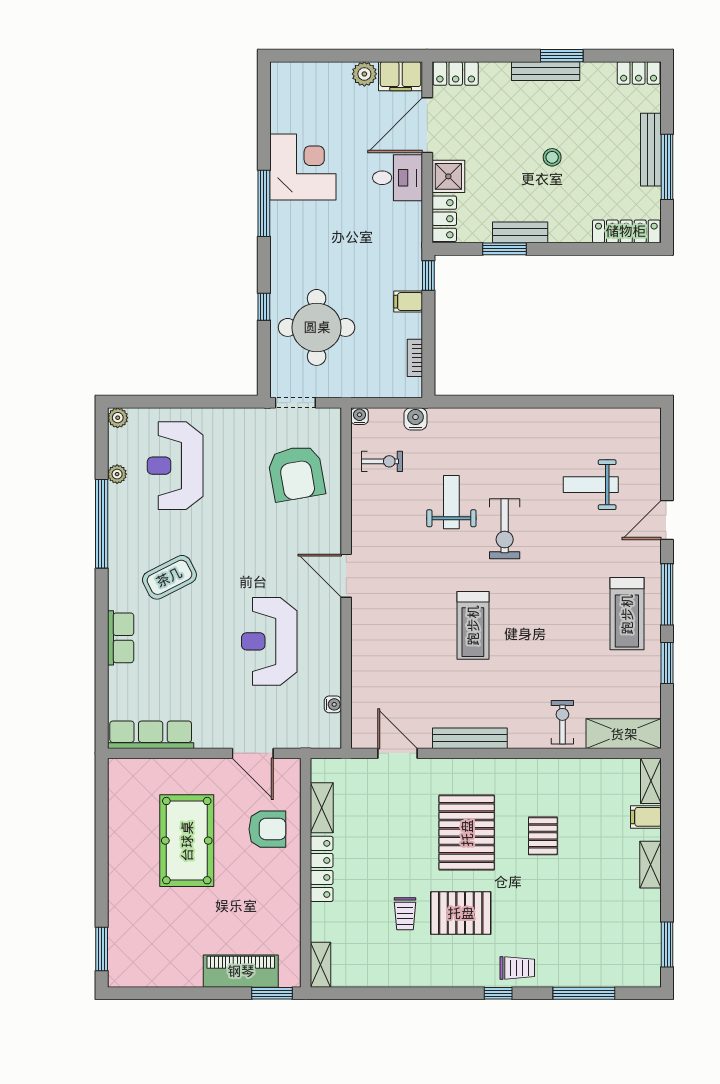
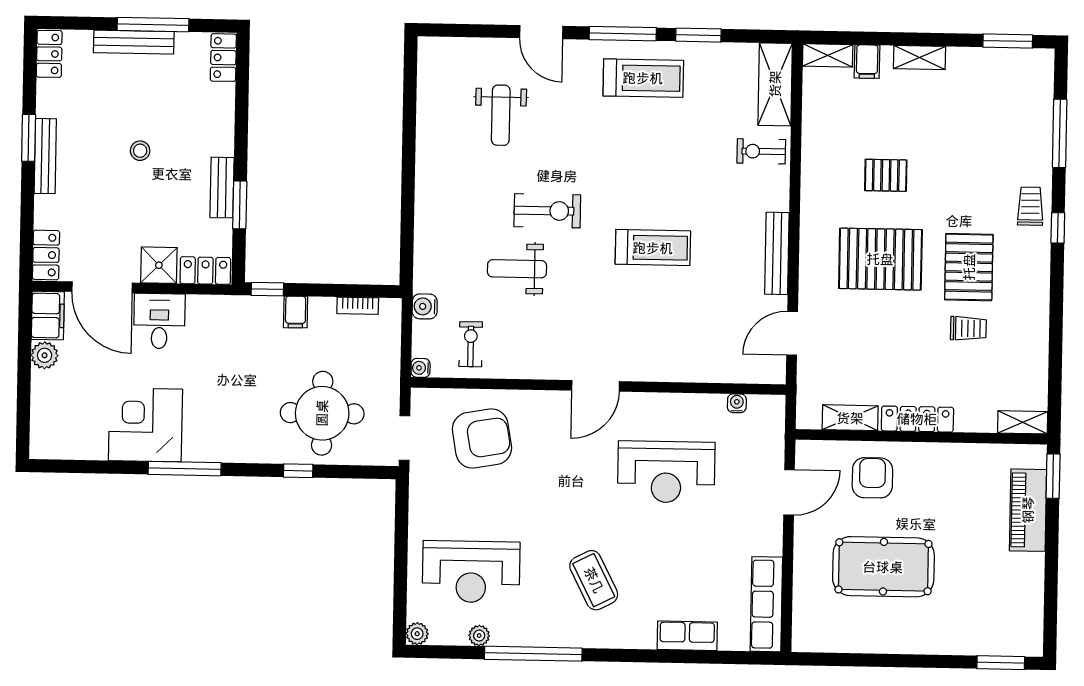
locker: (626, 231) -> (223, 58), width x0.66
row of seats: (121, 638) -> (687, 636), moved

